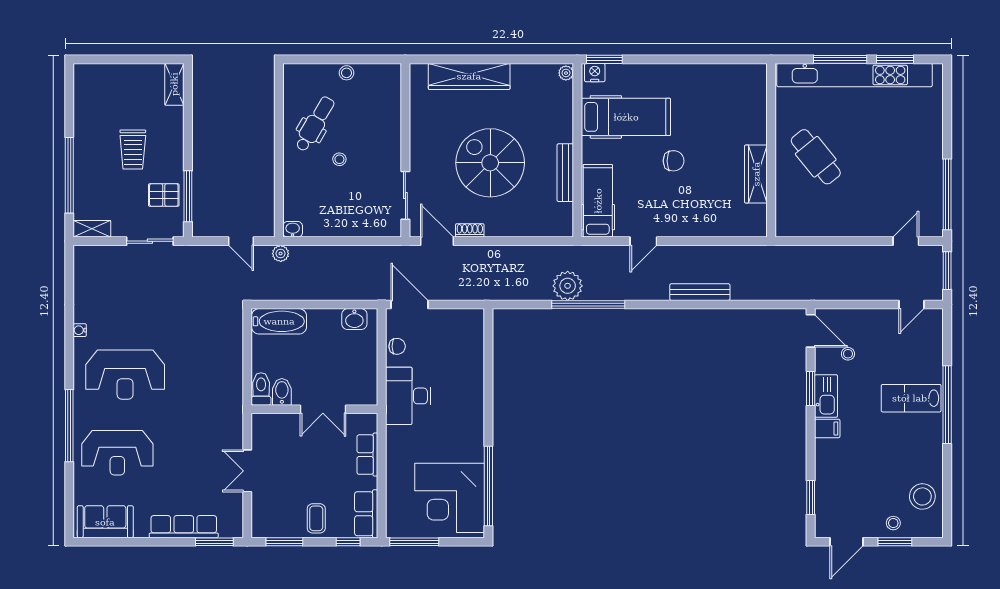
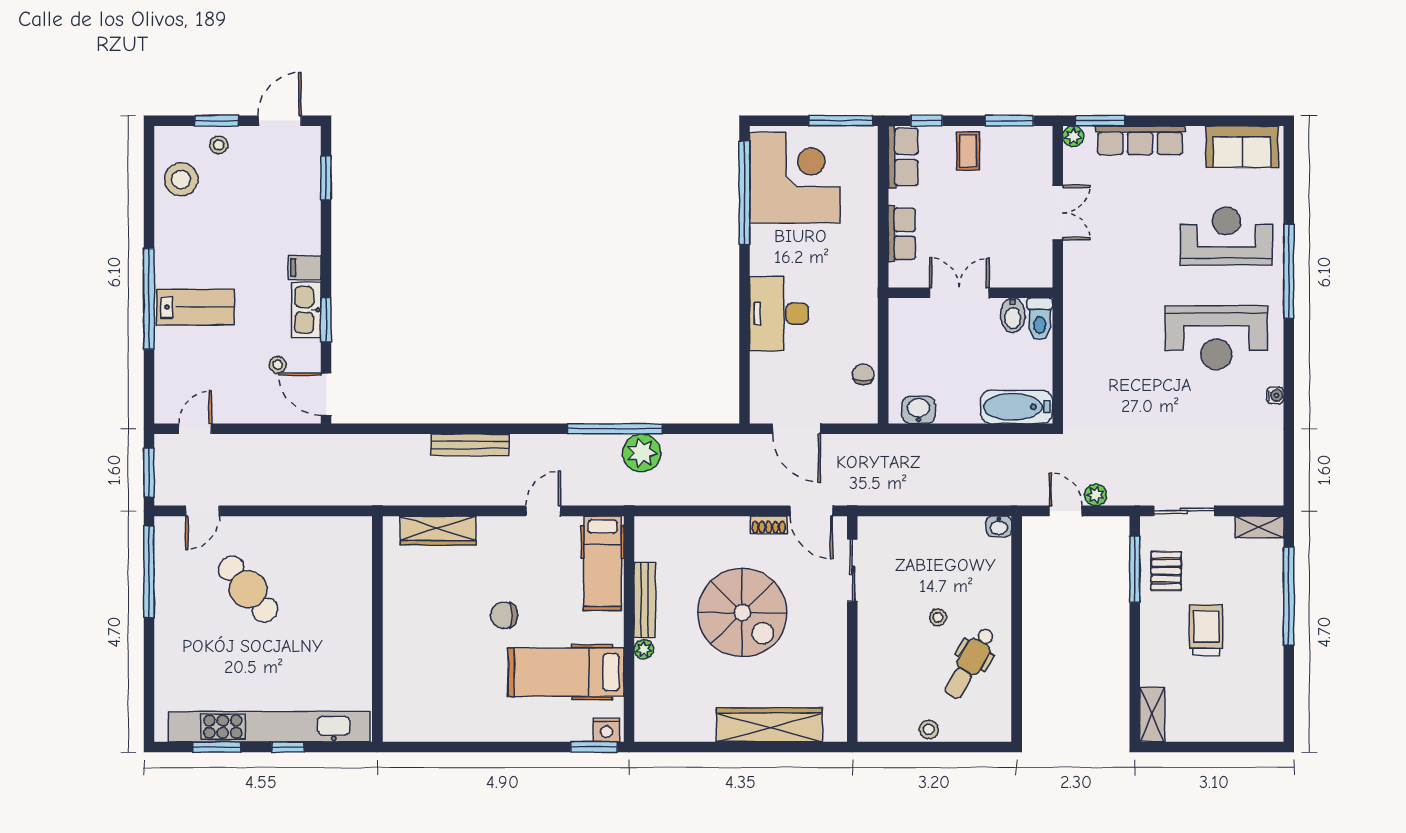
window: (840, 59) -> (288, 747), width x0.46
plant: (566, 73) -> (644, 649), moved
cafe table: (816, 157) -> (248, 589), moved
wardrobe: (756, 174) -> (438, 531), moved, turned 90
pallet: (164, 195) -> (1166, 571), turned 90
plant: (281, 254) -> (1096, 495), moved
door: (409, 304) -> (796, 429), moved
chair: (397, 346) -> (863, 374), turned 90
reception desk: (125, 375) -> (1216, 338), turned 180
desk: (408, 396) -> (779, 314), moved, turned 180
plant: (235, 530) -> (1073, 136), added

